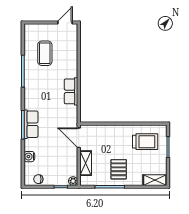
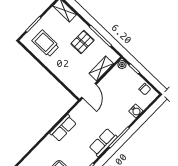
row of seats: (31, 124) -> (103, 142), moved

